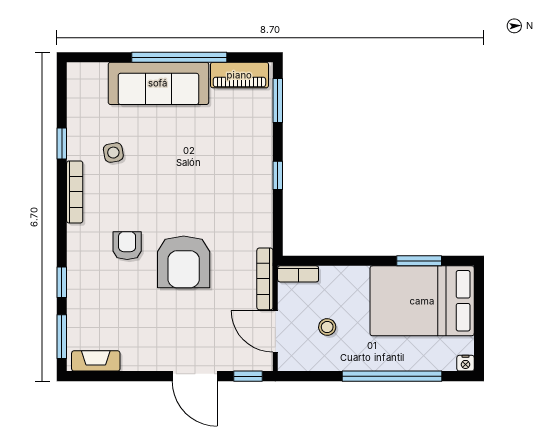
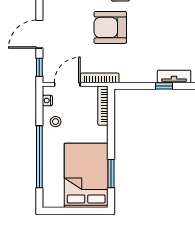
tv unit: (263, 159) -> (174, 76), added
bookcase: (298, 274) -> (103, 106), width x1.56
stool: (327, 327) -> (56, 122), moved
nightstand: (466, 363) -> (47, 100), moved

